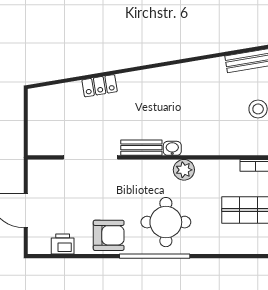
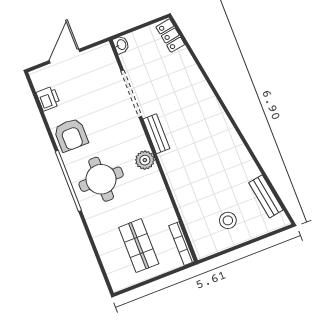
locker: (100, 86) -> (170, 36), moved
washbasin: (172, 148) -> (121, 45), moved
plant: (184, 170) -> (145, 160), moved

